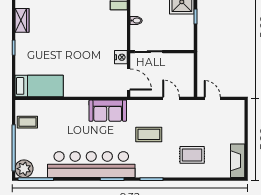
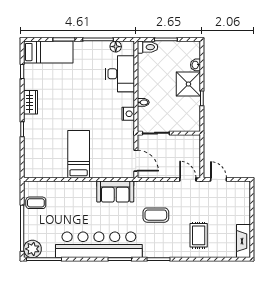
nightstand: (121, 57) -> (128, 114), moved
bed: (39, 86) -> (79, 154), moved, turned -90
door: (171, 98) -> (188, 179), moved
rug: (192, 155) -> (199, 235), turned 90

